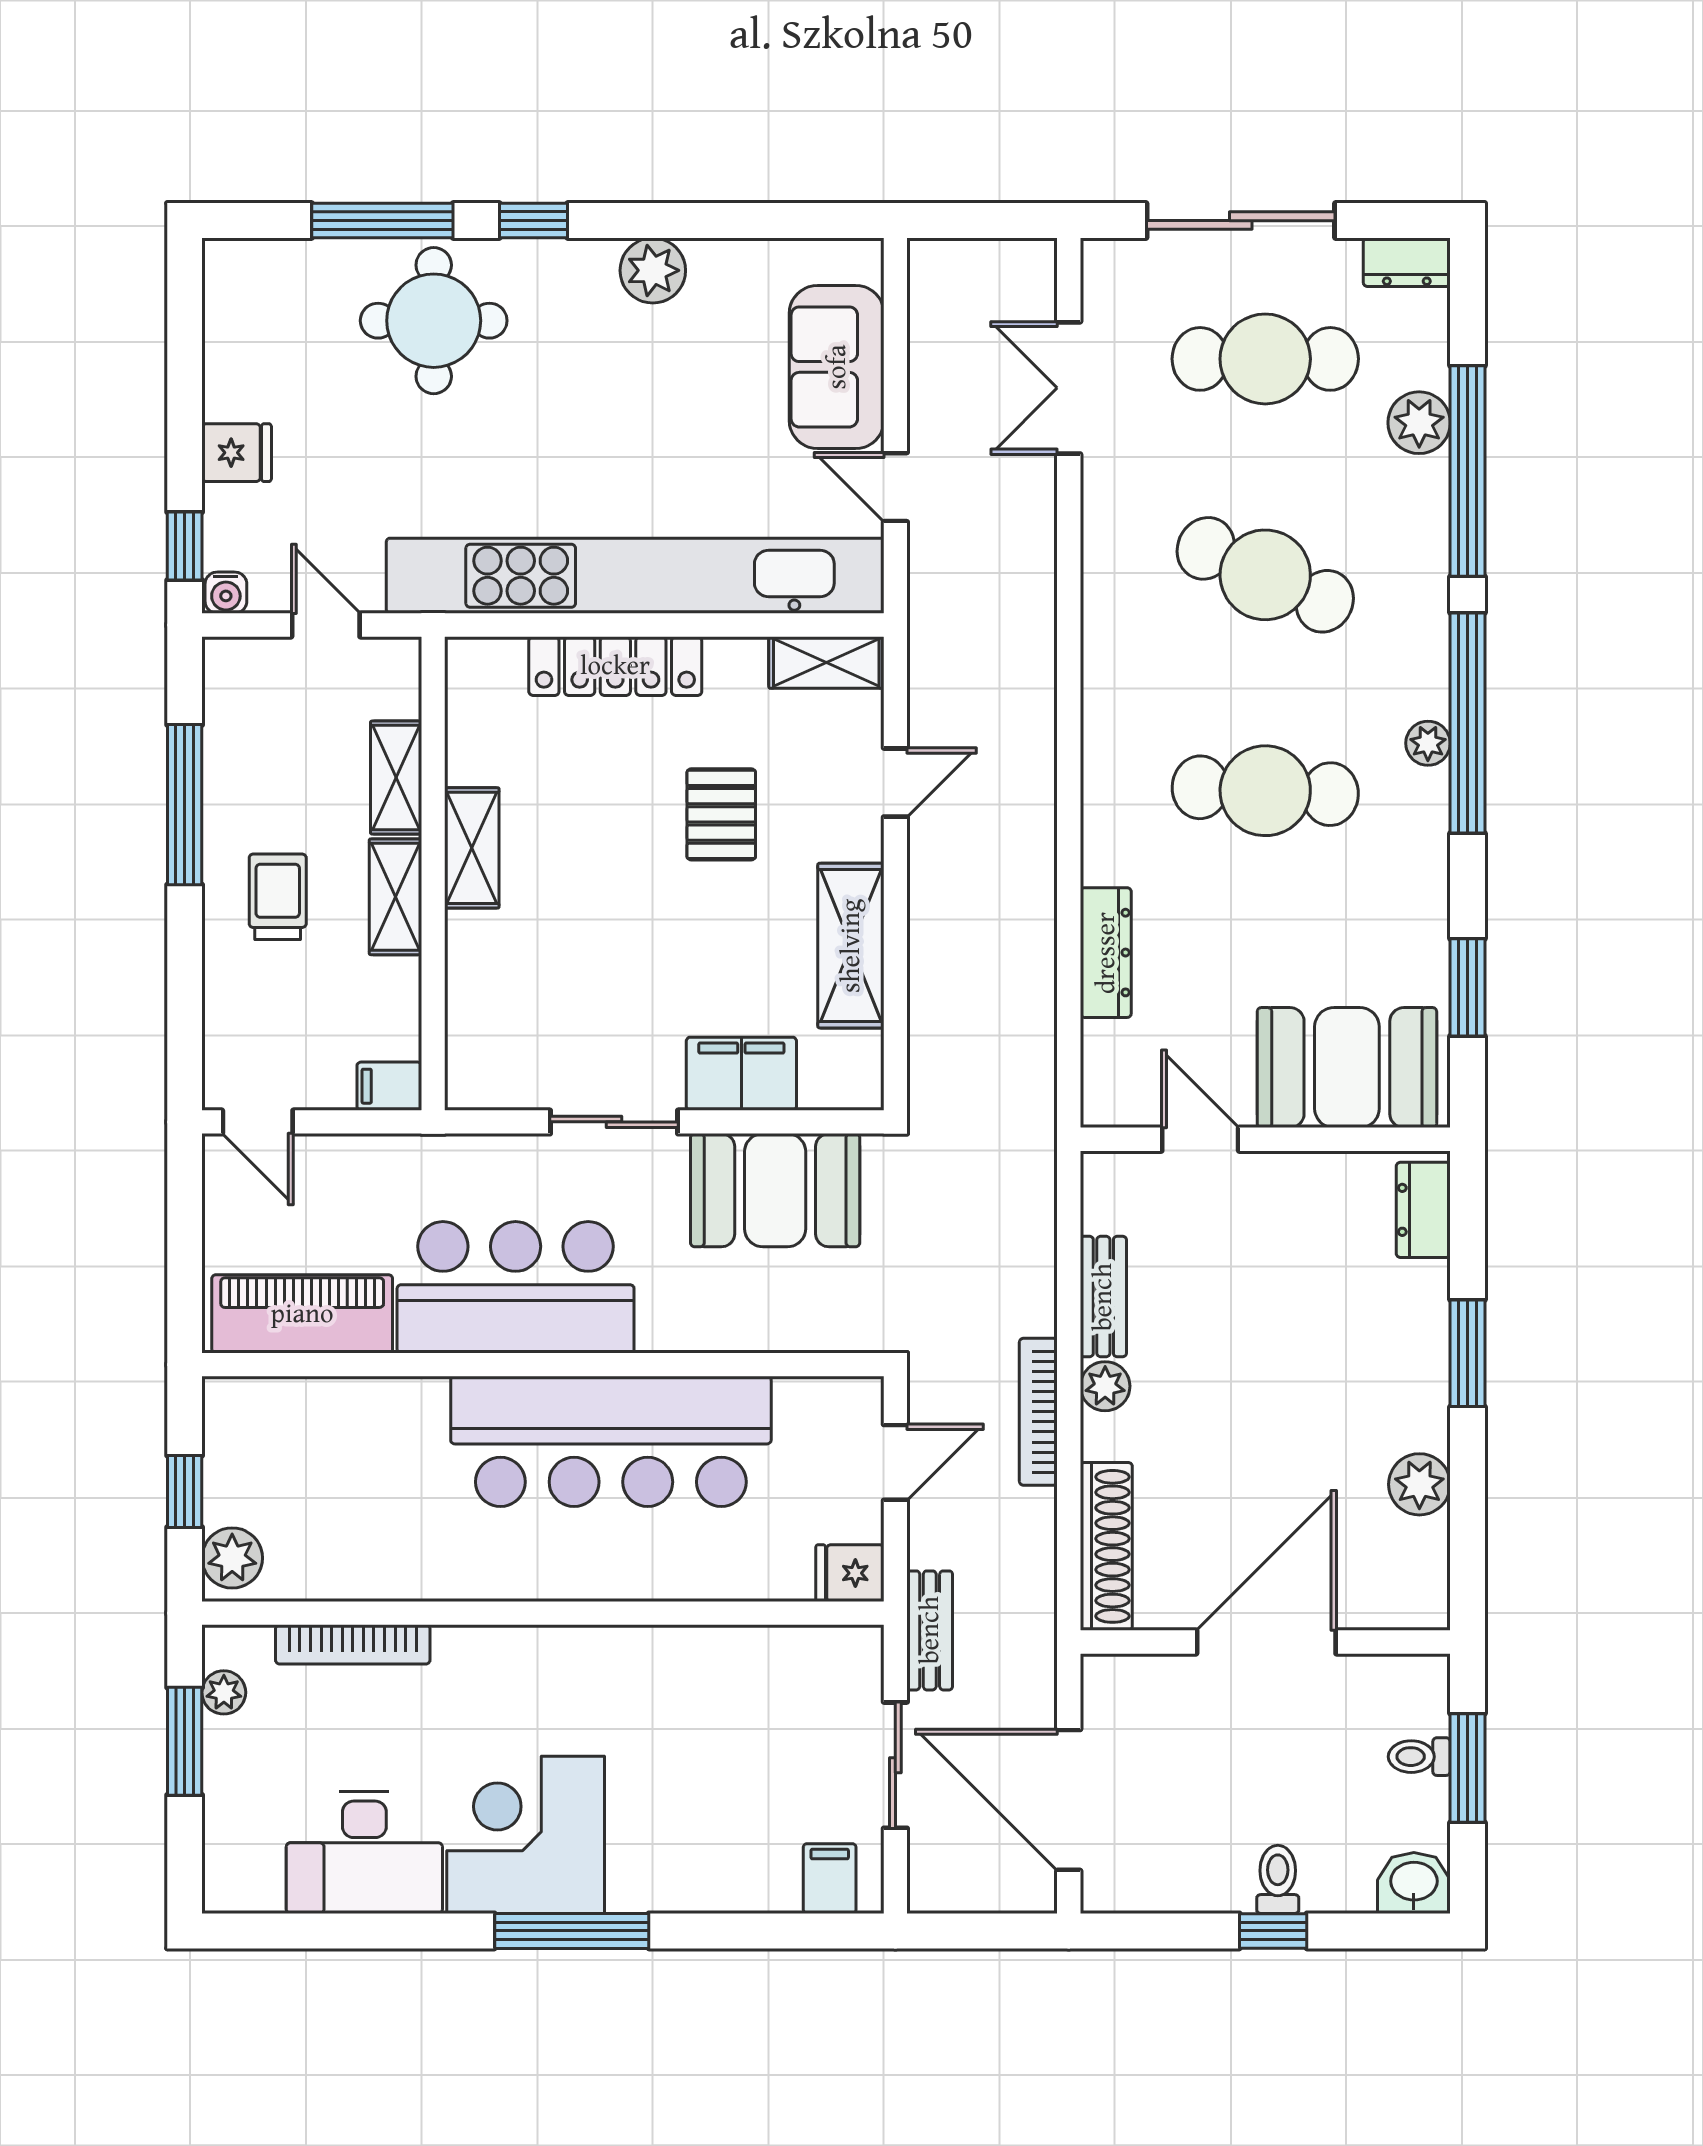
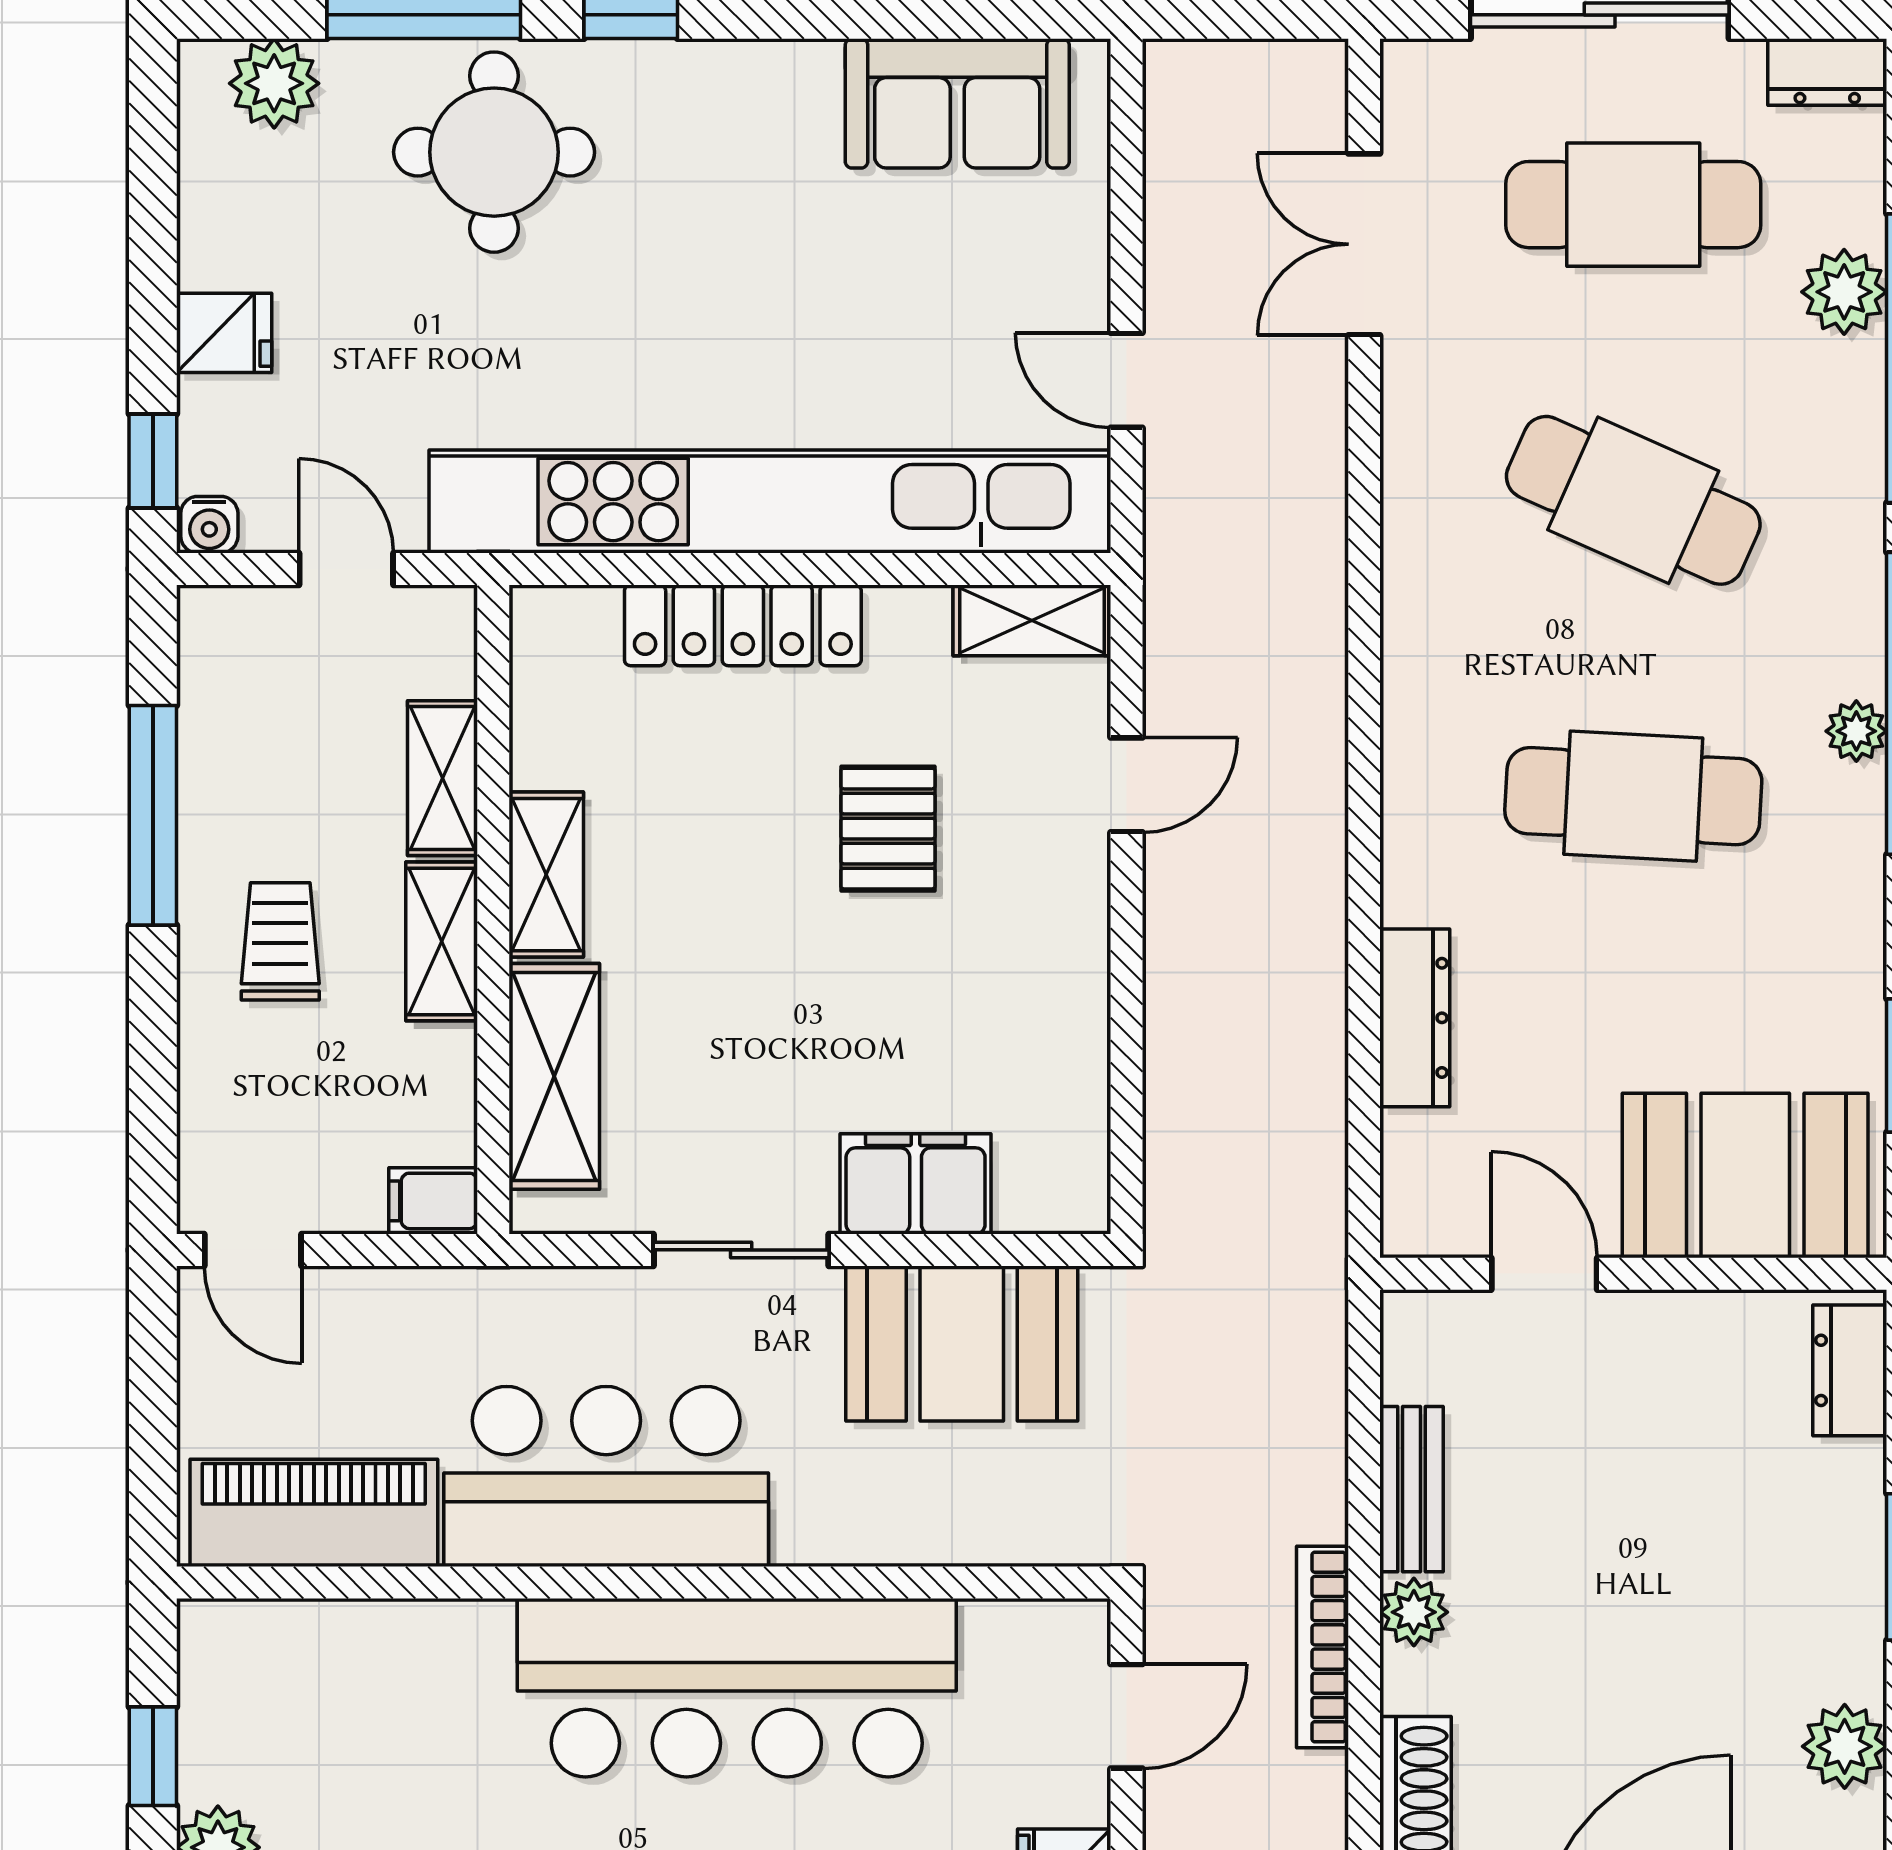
plant: (653, 270) -> (274, 83), moved
sofa: (837, 367) -> (957, 103), moved, turned -90
shelving: (851, 946) -> (554, 1076), moved

